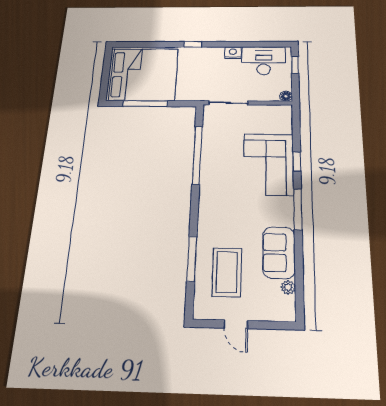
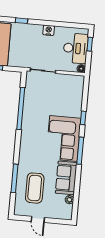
desk: (264, 61) -> (75, 48), moved, turned 90
corner sofa: (269, 164) -> (63, 139), moved

